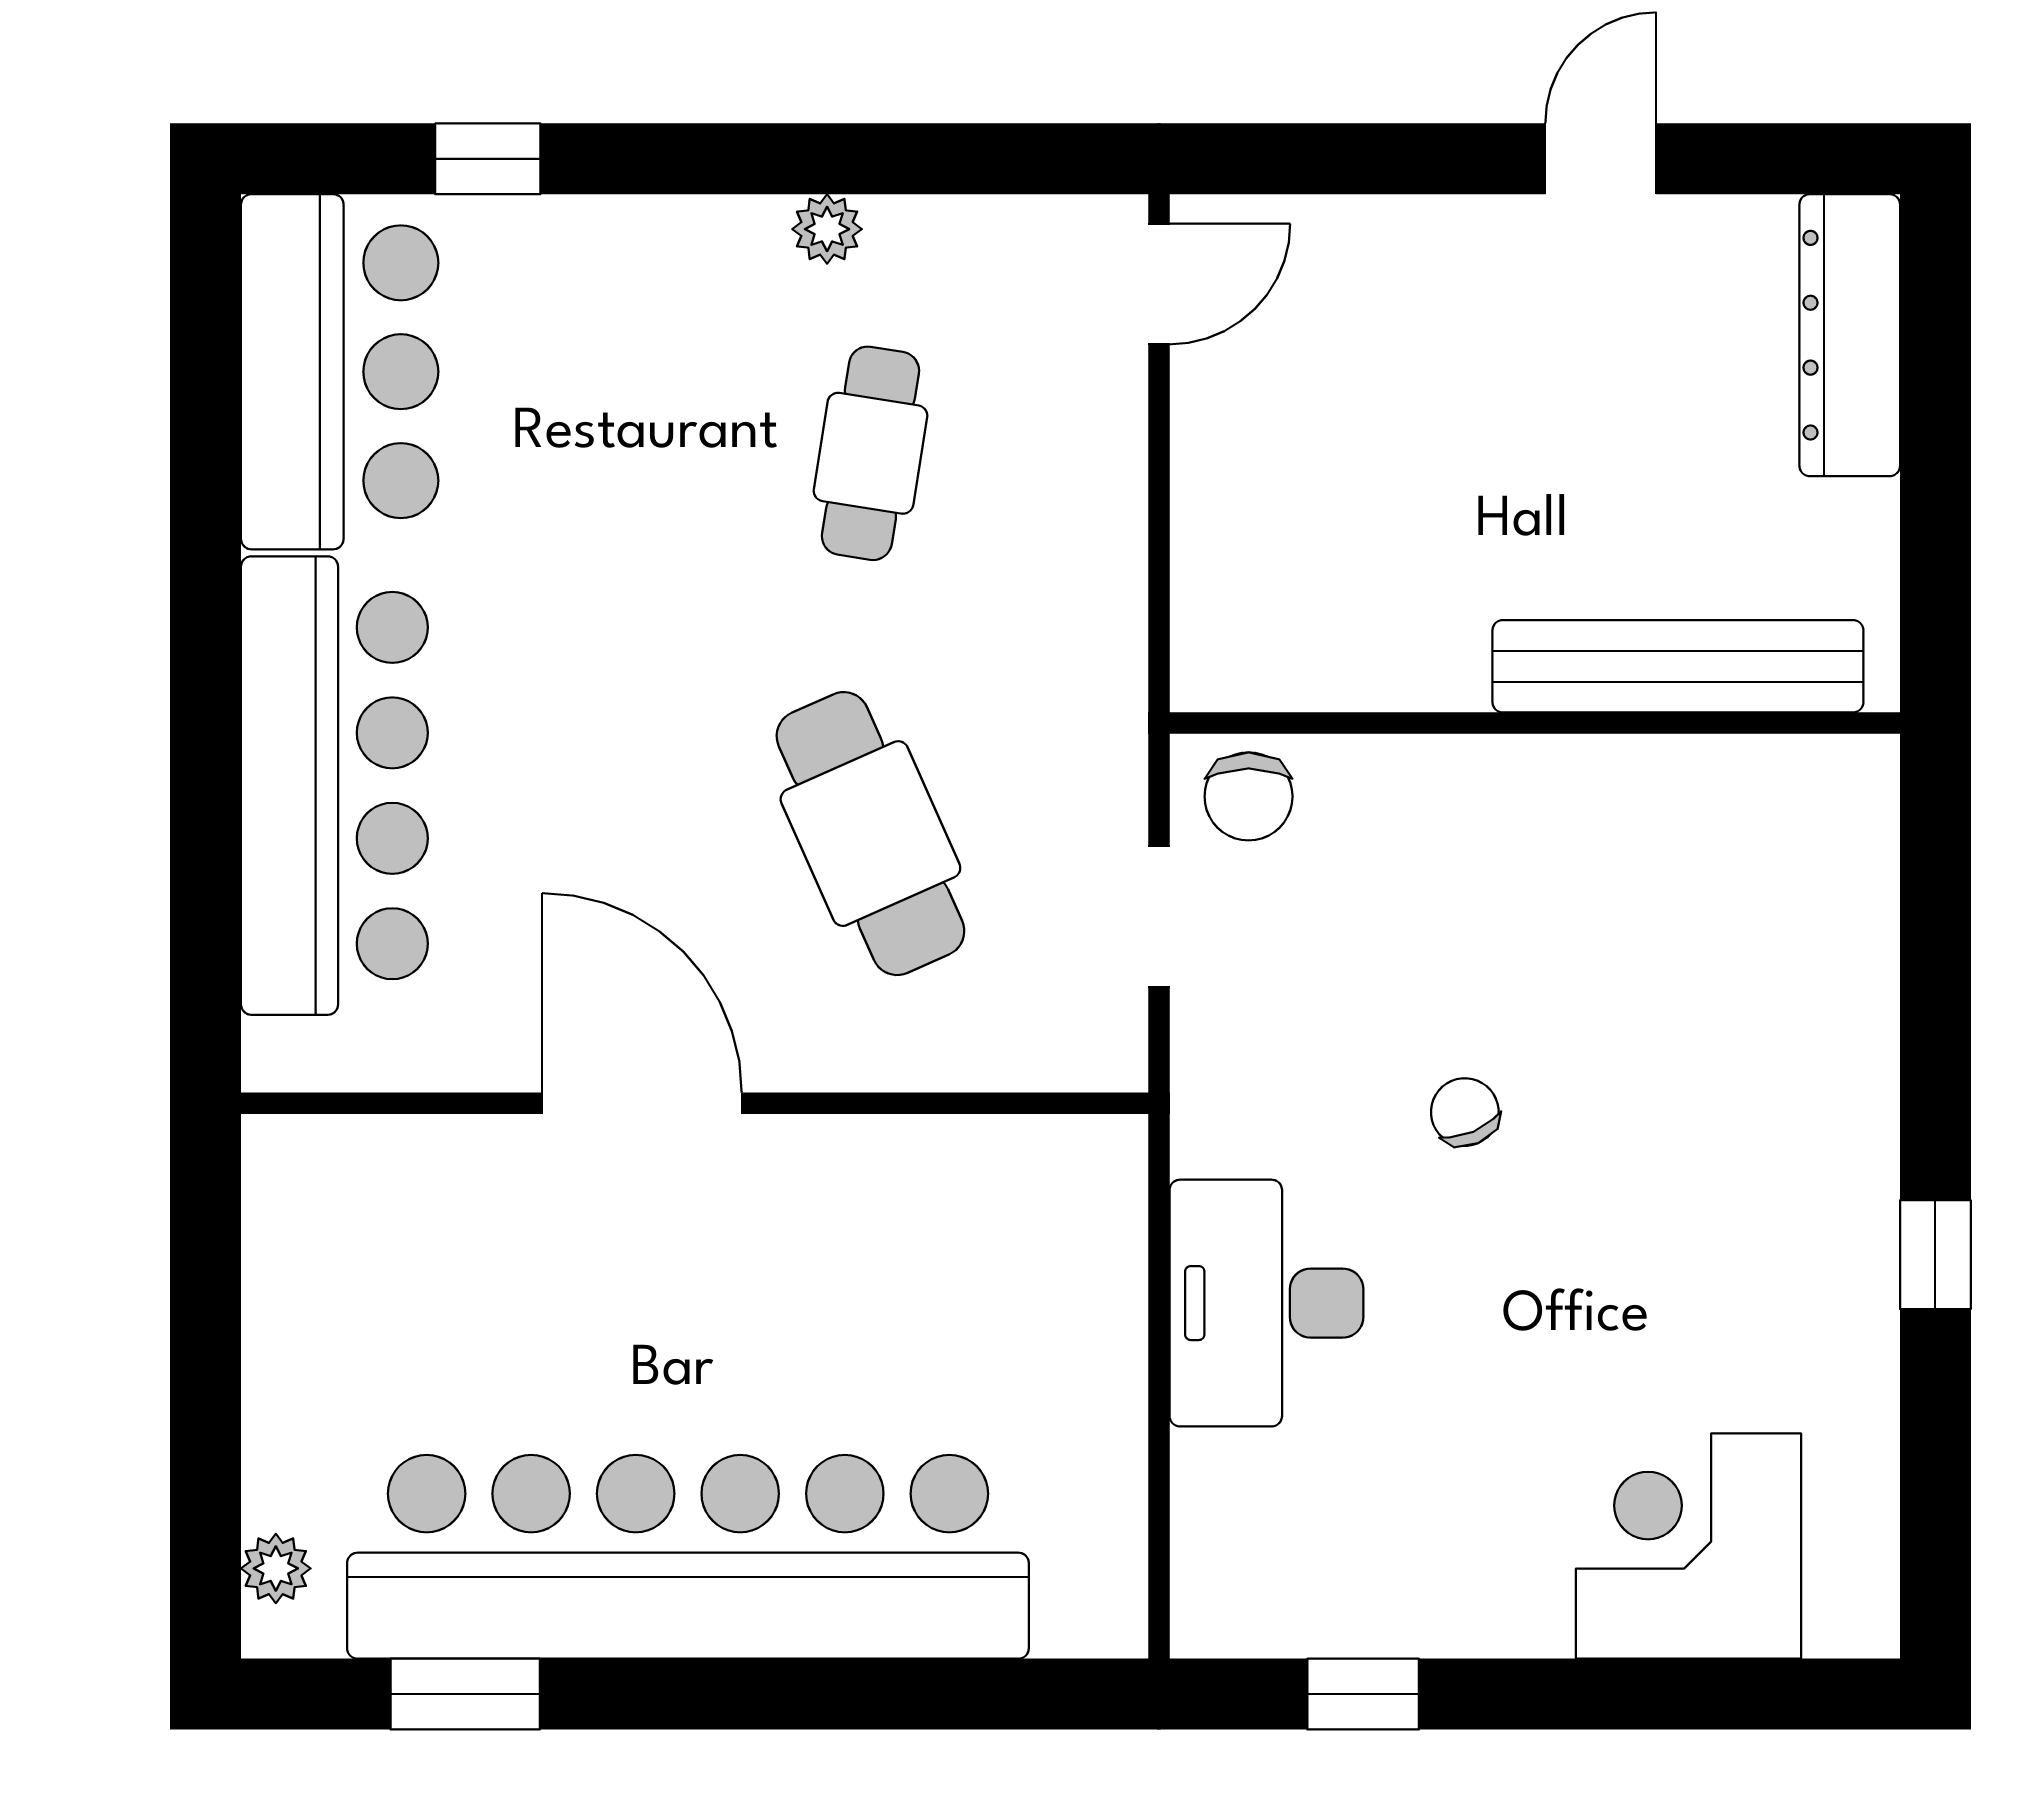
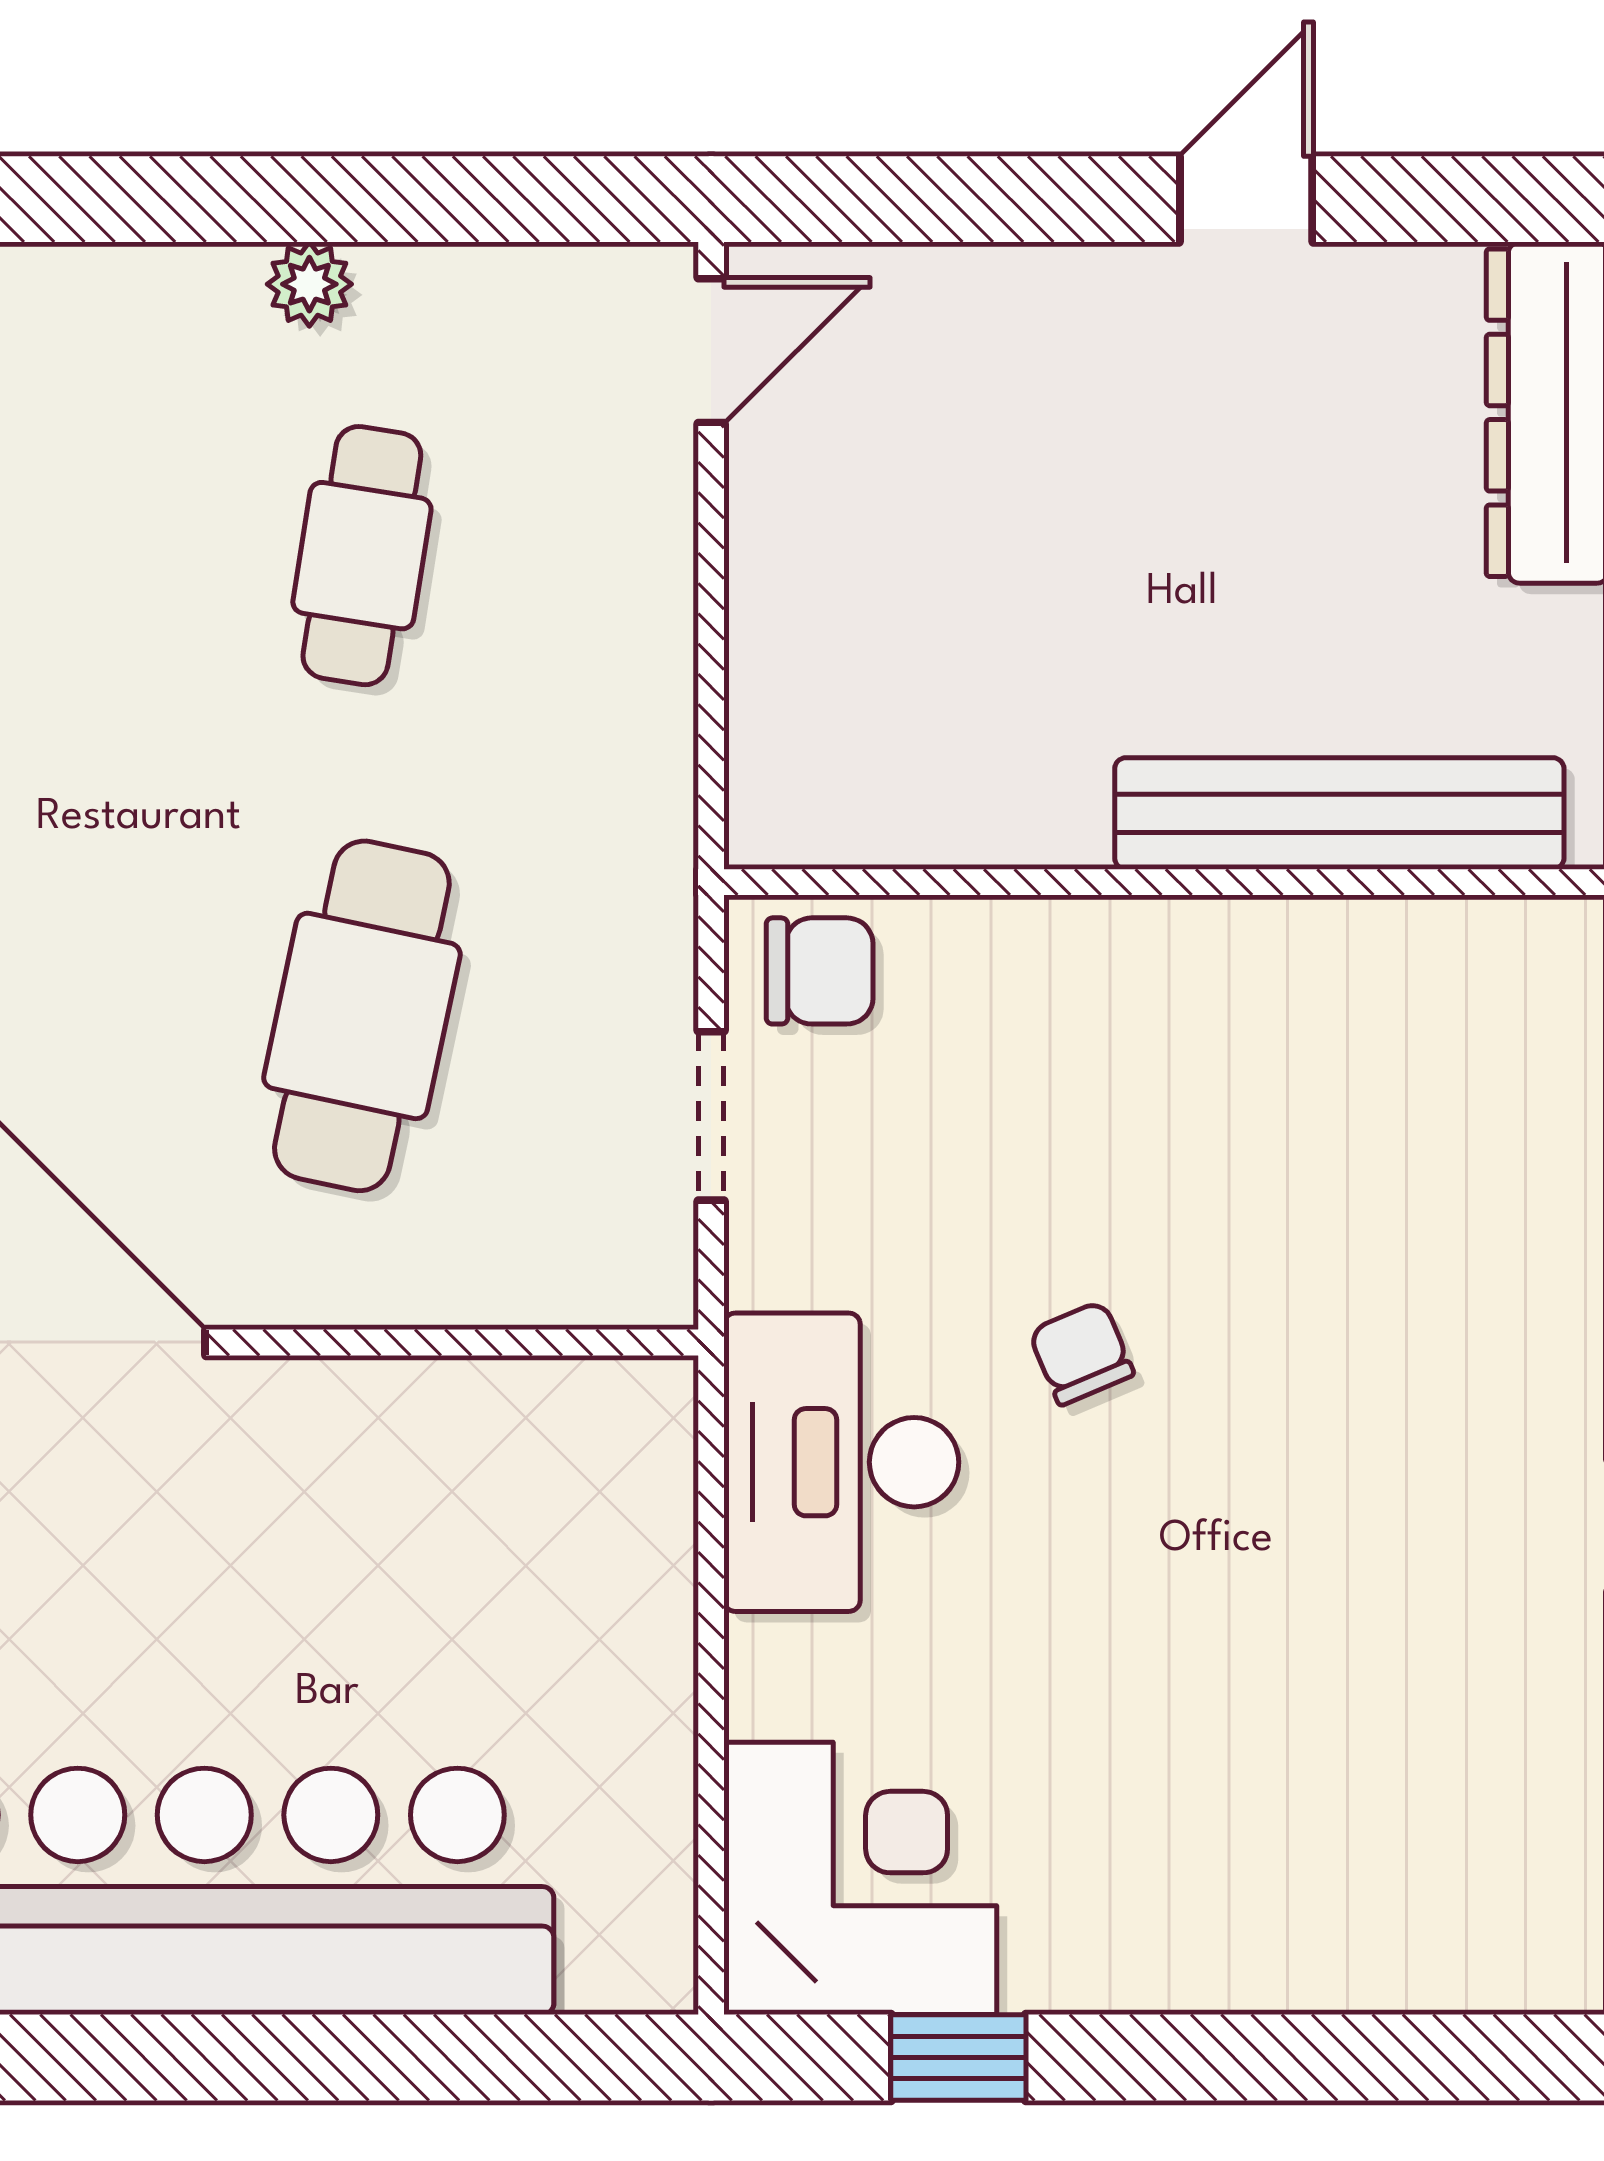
chair: (1249, 796) -> (820, 971), turned -90
cafe table: (870, 834) -> (362, 1016), turned 36
desk: (1266, 1303) -> (841, 1462), moved
corner desk: (1689, 1546) -> (860, 1878), moved, turned 90

